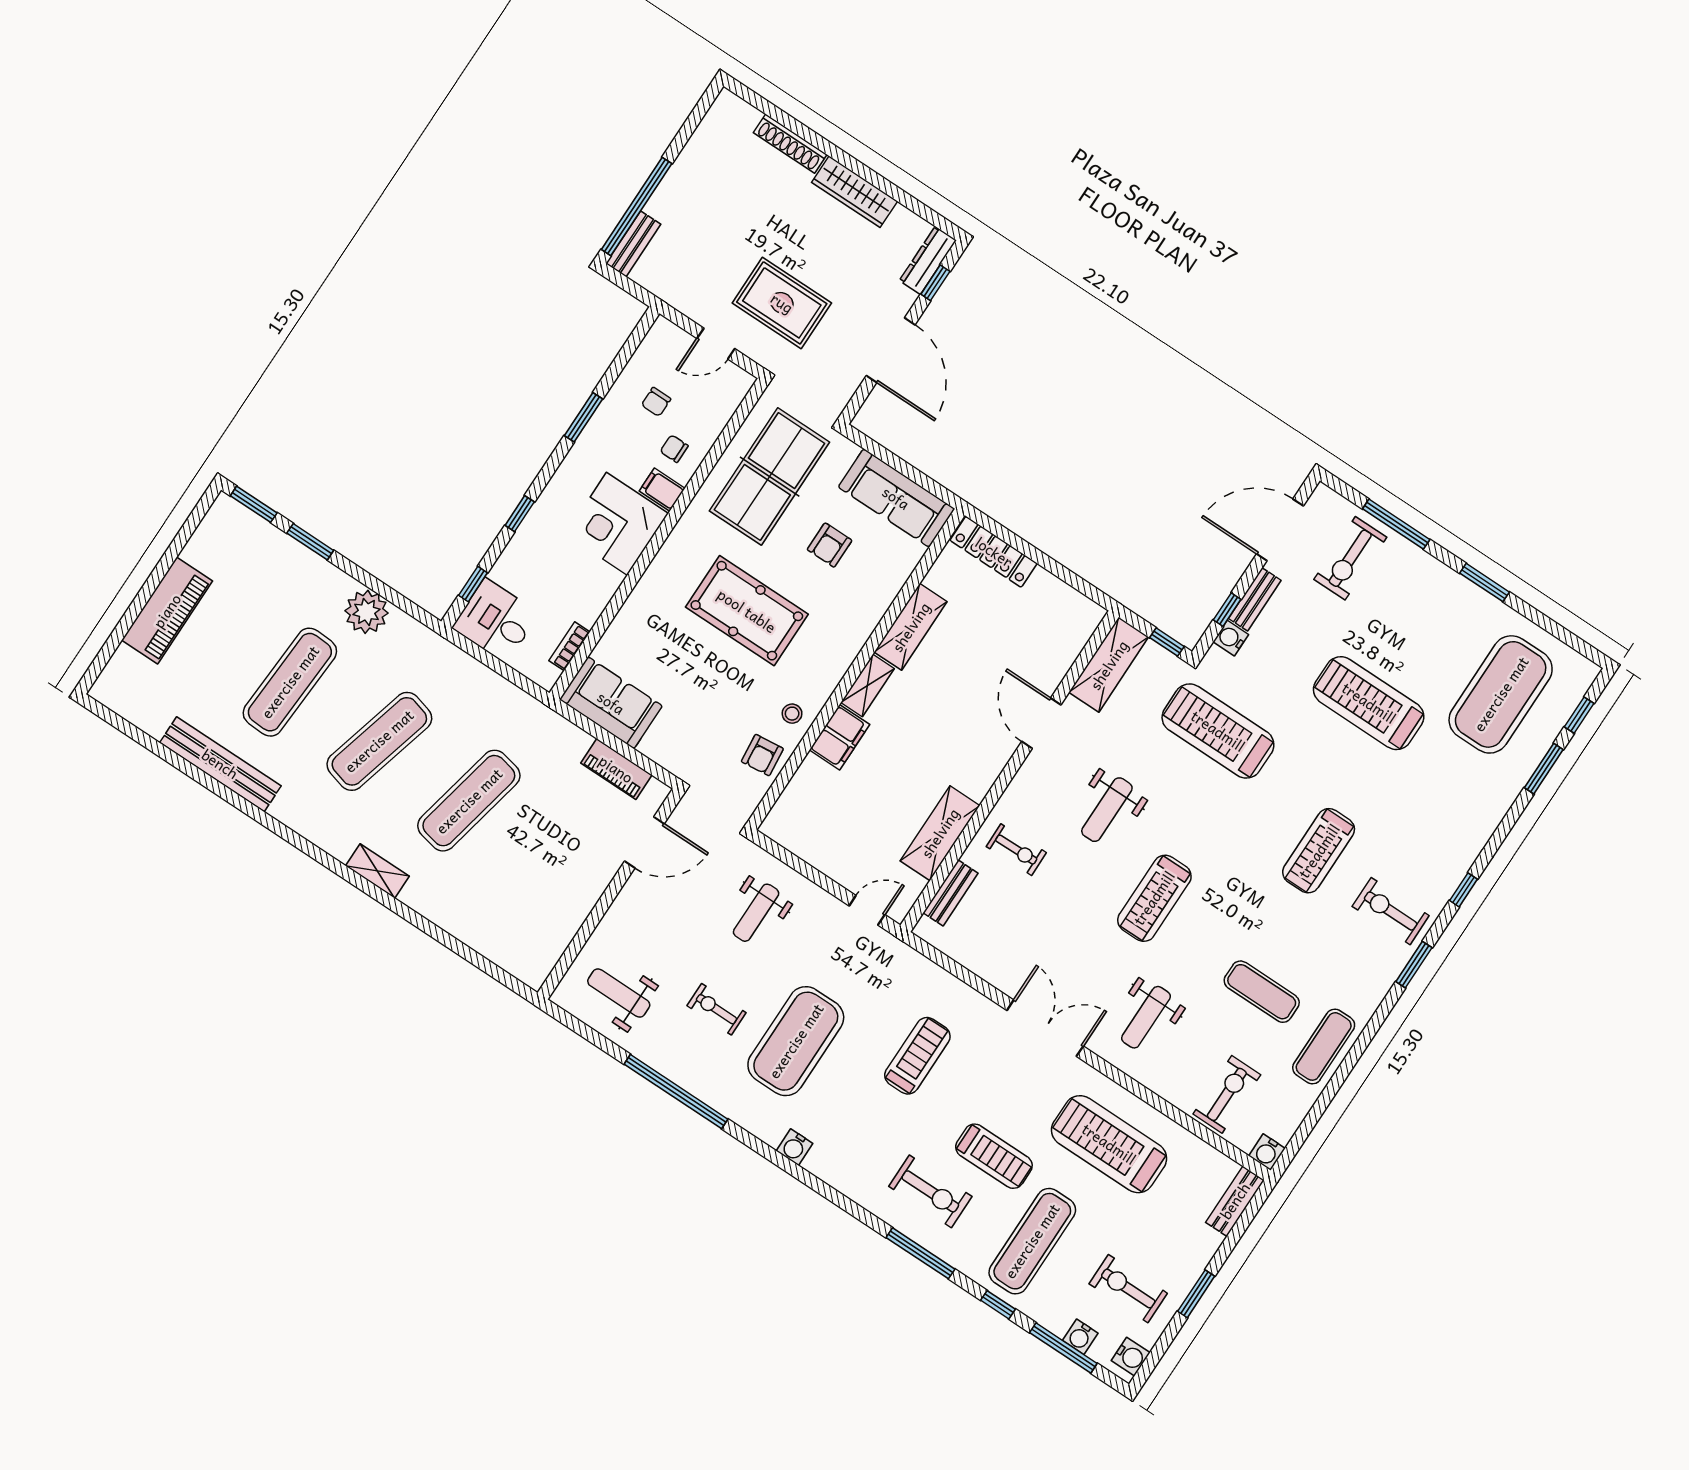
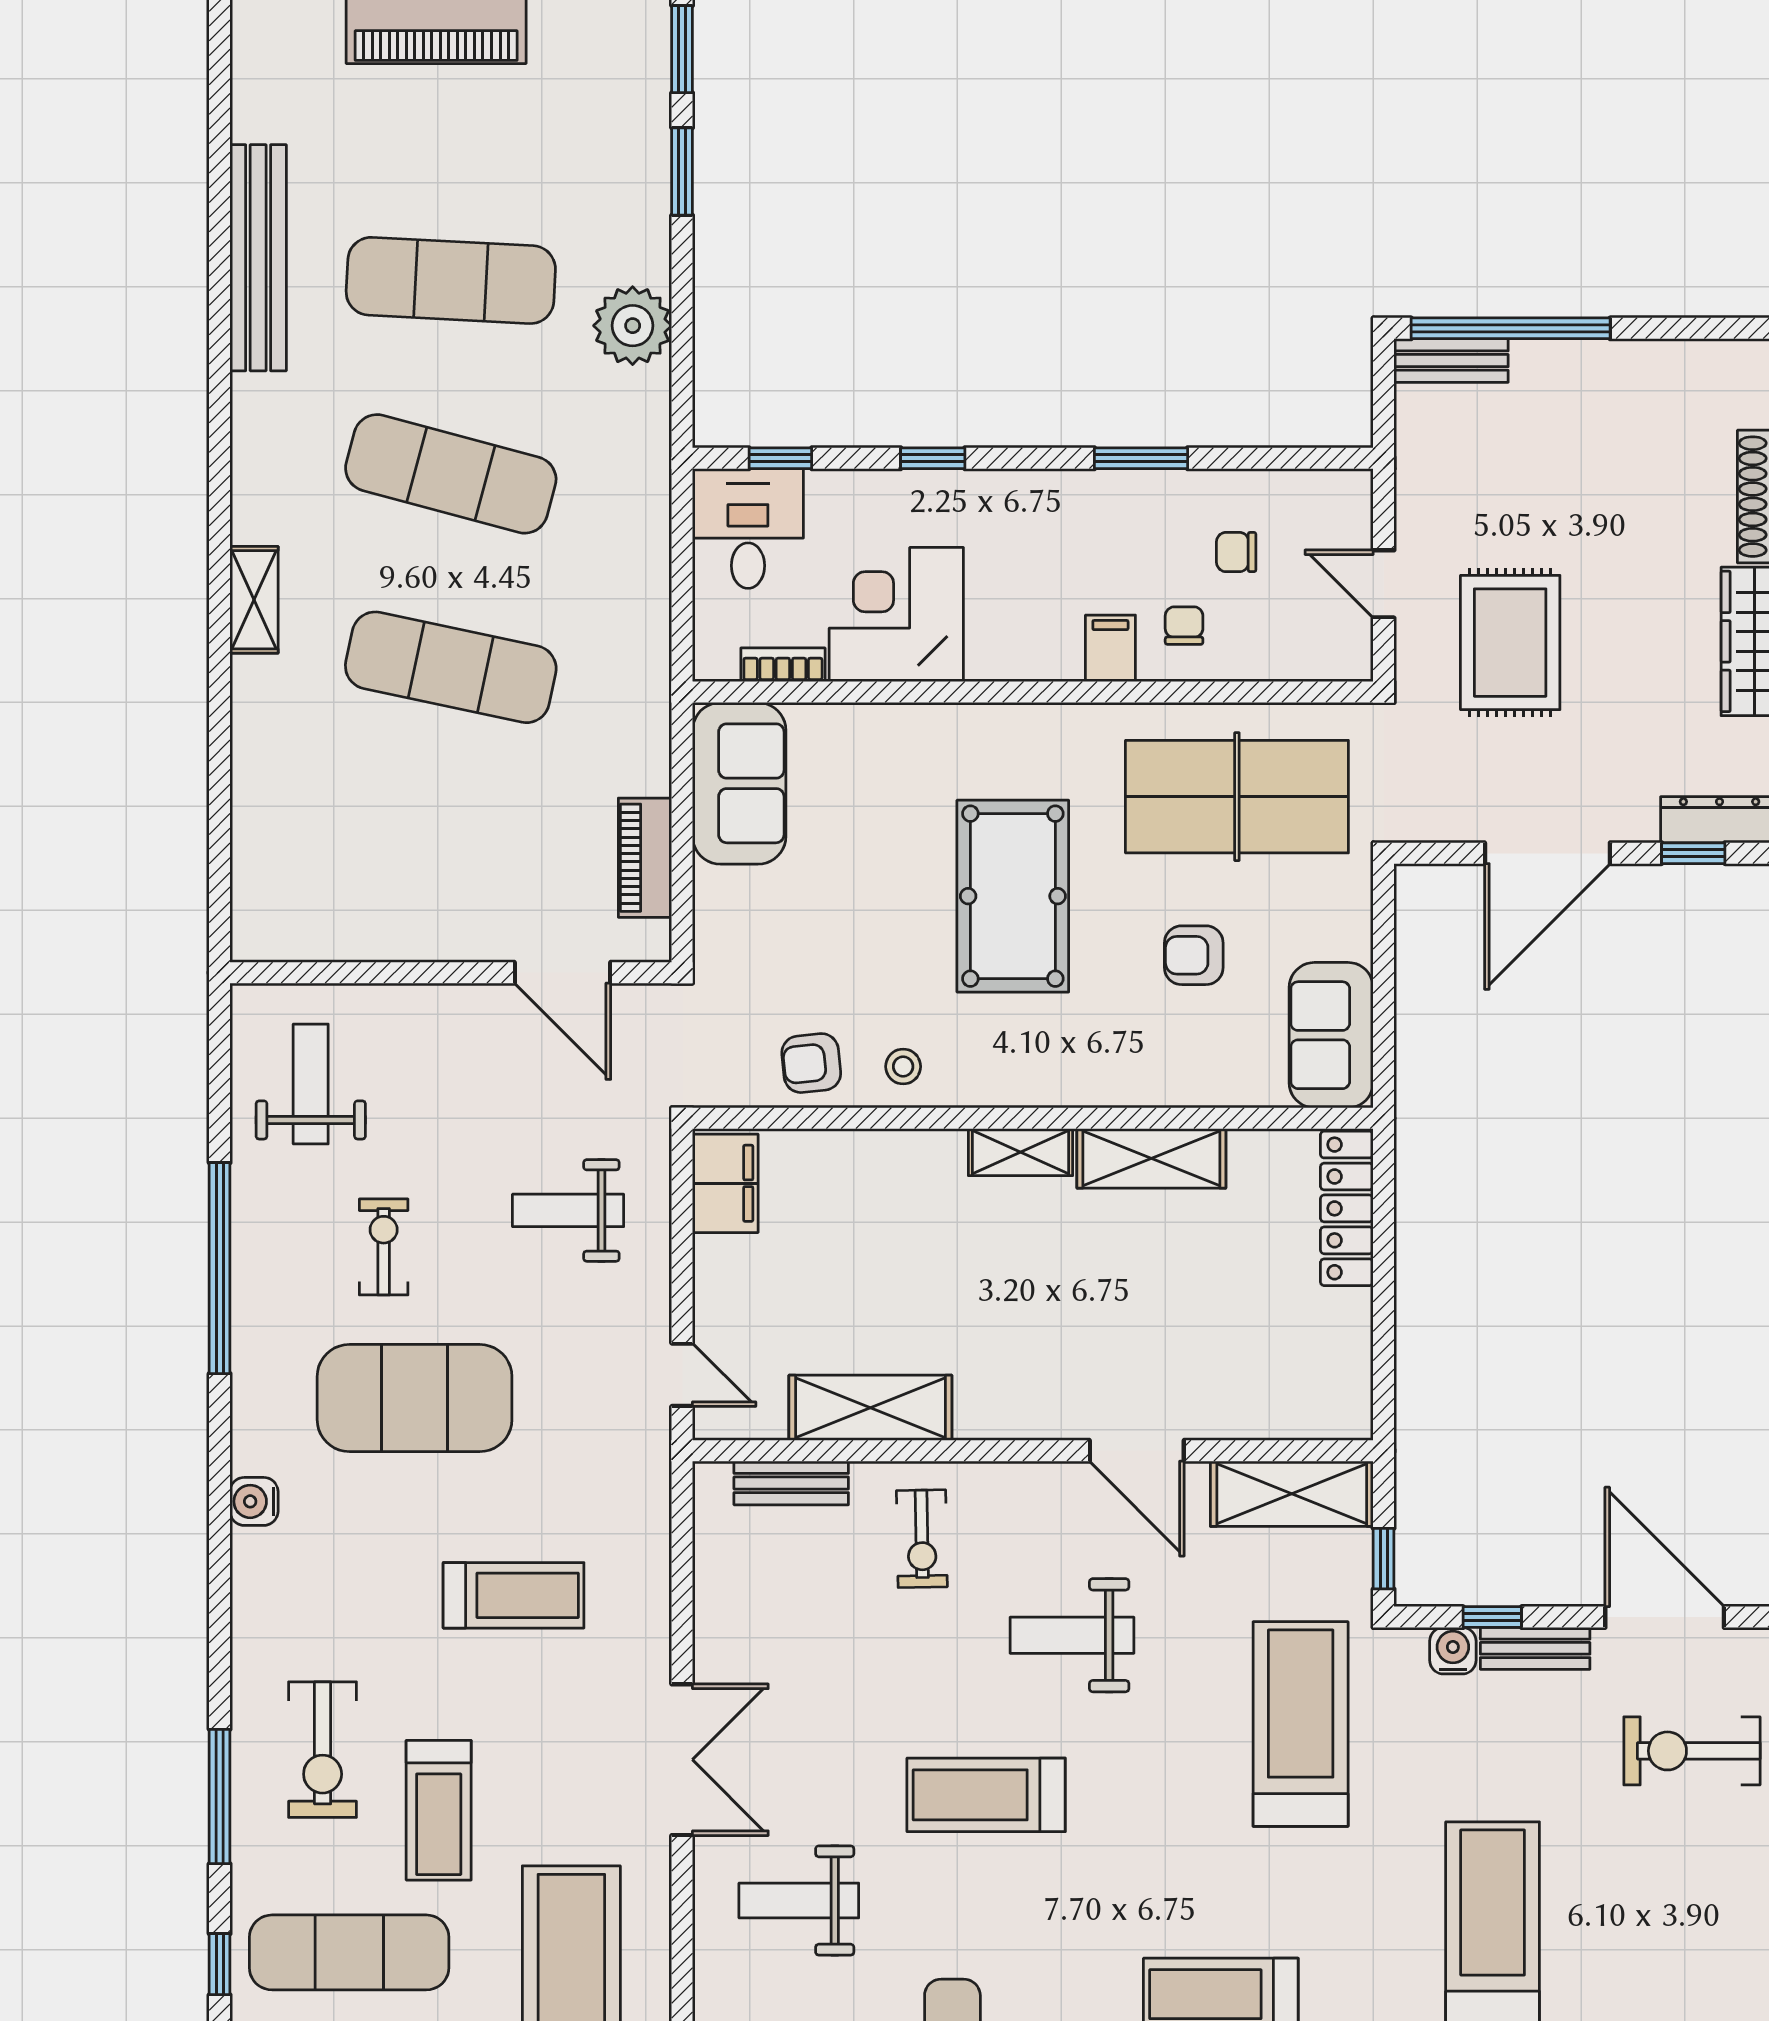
sofa: (896, 498) -> (1331, 1035), width x0.73
corner desk: (617, 524) -> (896, 615), moved
door: (1041, 723) -> (1137, 1451), swing flipped
filing cabinet: (840, 737) -> (725, 1183), moved, turned -90

